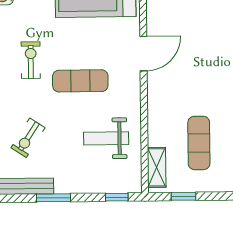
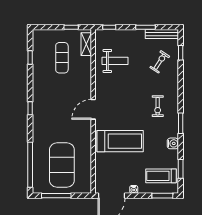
exercise mat: (80, 81) -> (129, 94), removed

